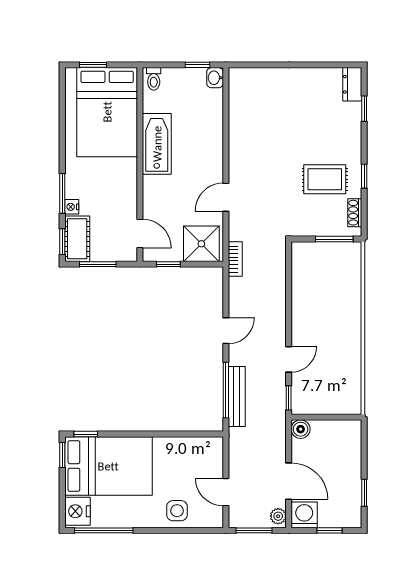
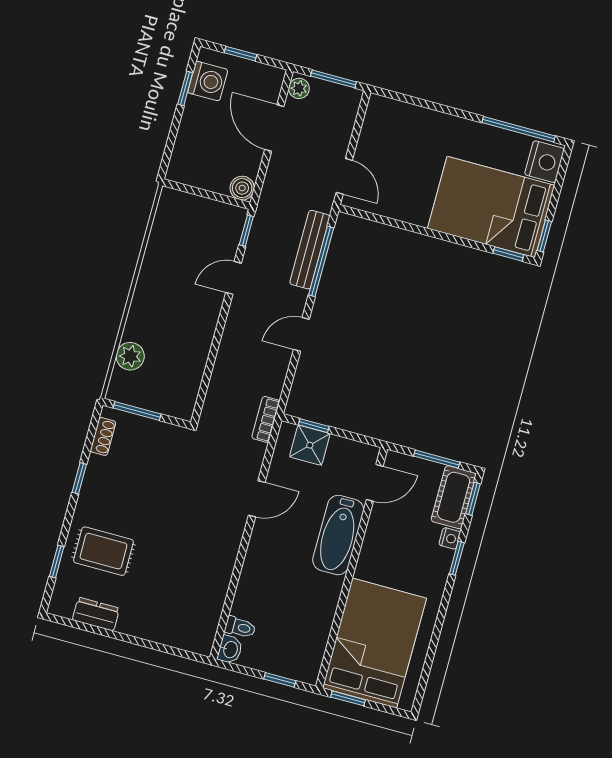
window: (93, 65) -> (348, 698), moved
window: (198, 65) -> (280, 680), moved
toilet: (154, 79) -> (240, 627), moved, turned 90
dresser: (352, 84) -> (96, 614), moved, turned -90
bathtub: (157, 144) -> (338, 535), moved
rug: (325, 179) -> (103, 551), moved
window: (62, 193) -> (457, 558), width x0.67
door: (140, 233) -> (375, 483), swing flipped
shower: (201, 244) -> (310, 445), width x0.73, depth x0.73
window: (168, 264) -> (314, 426), moved
plant: (351, 279) -> (130, 356), added
door: (226, 492) -> (344, 176), moved
side table: (177, 511) -> (422, 129), removed
washing machine: (304, 515) -> (208, 81), moved, turned -90

